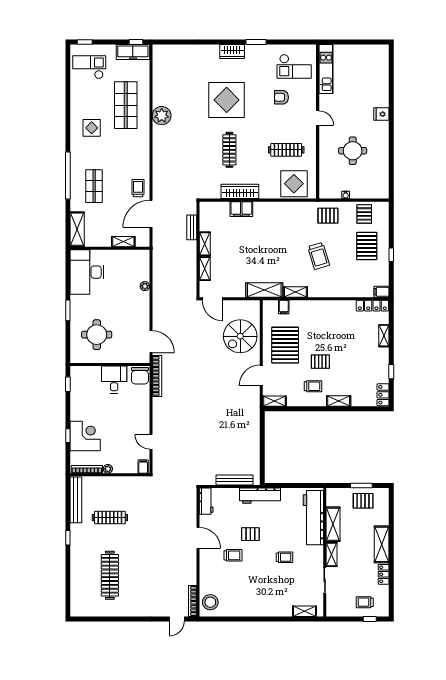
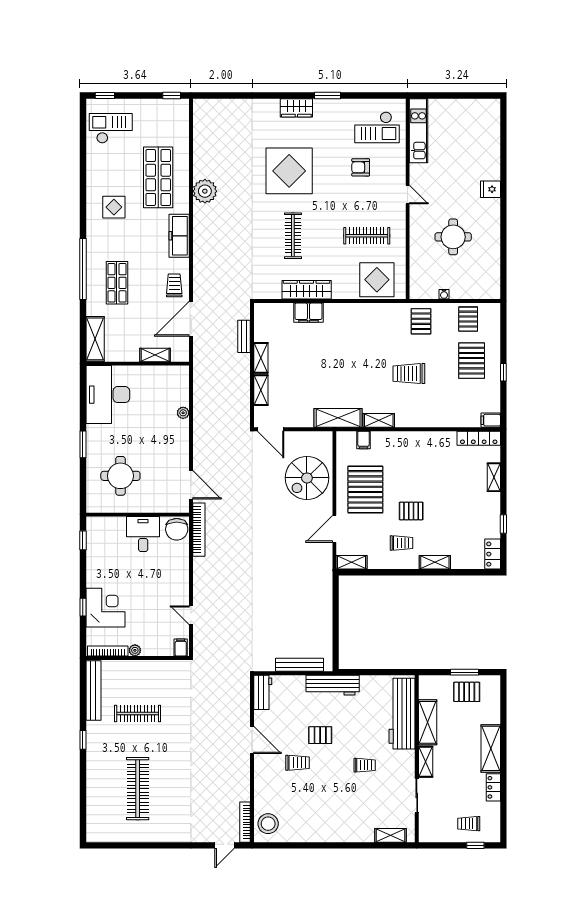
freezer: (133, 52) -> (179, 236), moved, turned 90
pallet: (328, 216) -> (421, 321), turned 90
trolley: (319, 256) -> (409, 374), turned 107

